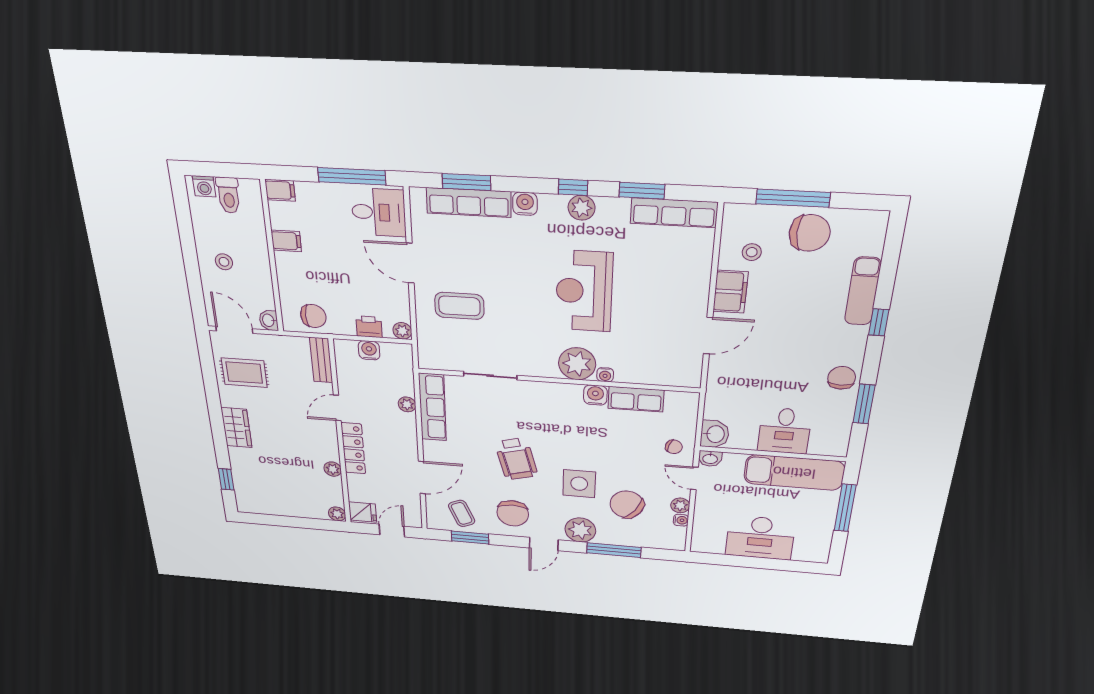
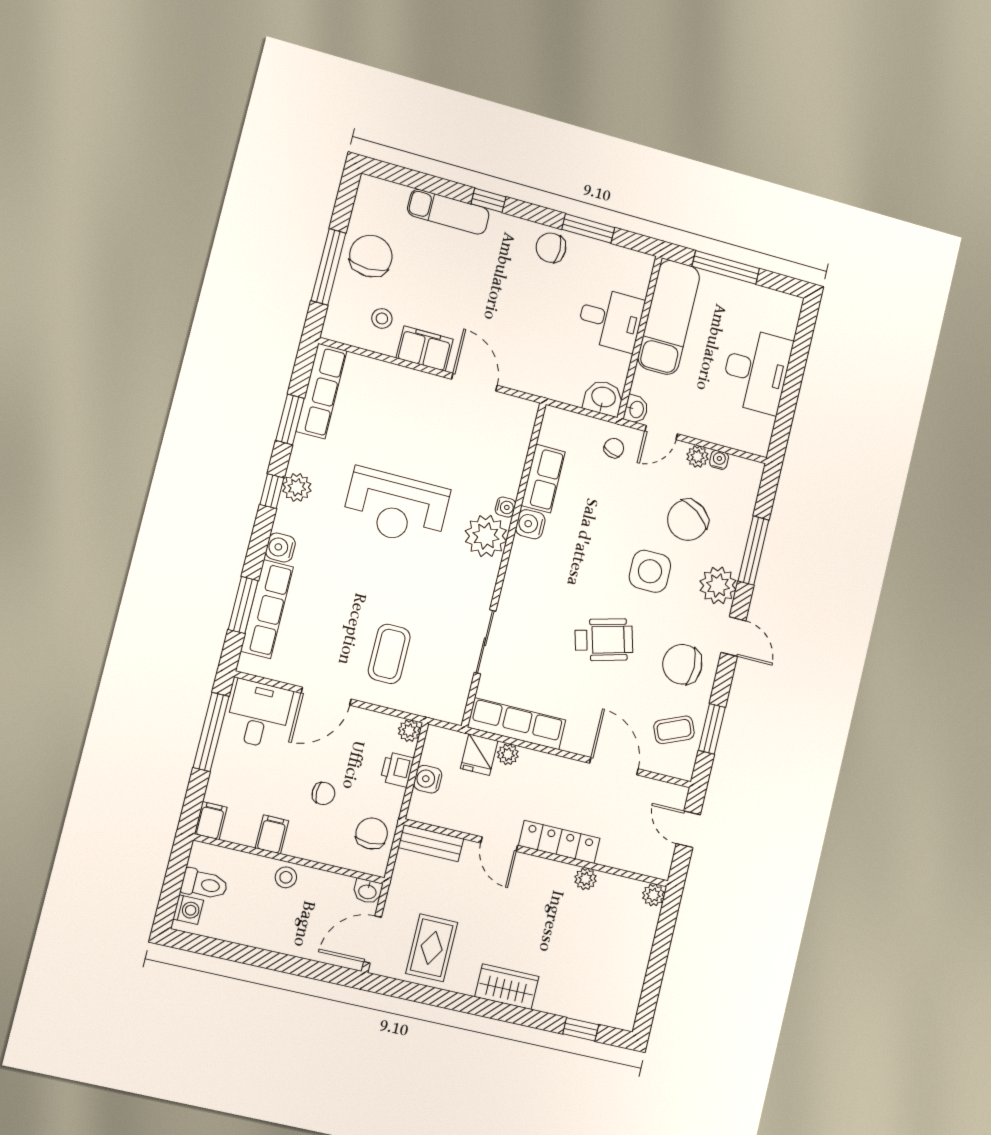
stool: (224, 262) -> (286, 877), moved
chair: (332, 275) -> (323, 793), added
fridge: (363, 512) -> (479, 755), moved, turned 180
chair: (513, 513) -> (682, 664), turned 180

